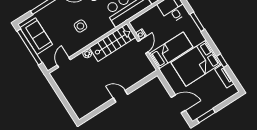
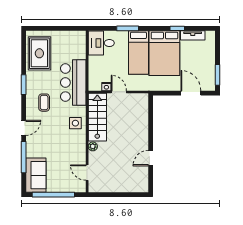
side table: (80, 26) -> (75, 123), moved
sofa: (36, 36) -> (36, 175), moved, turned 90
bed: (171, 50) -> (138, 53), moved, turned 180
door: (121, 96) -> (151, 158), moved
door: (178, 104) -> (191, 93), hinge flipped

